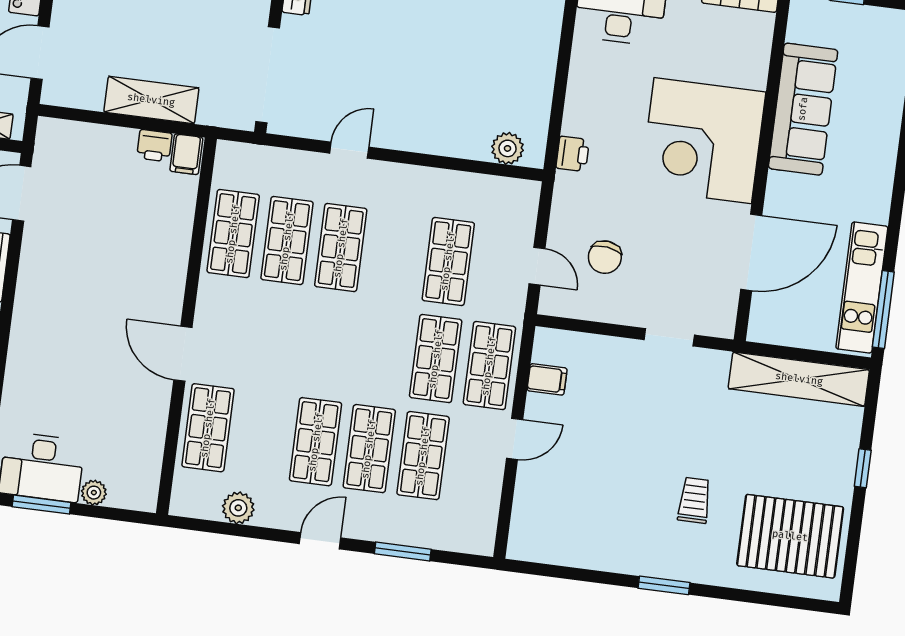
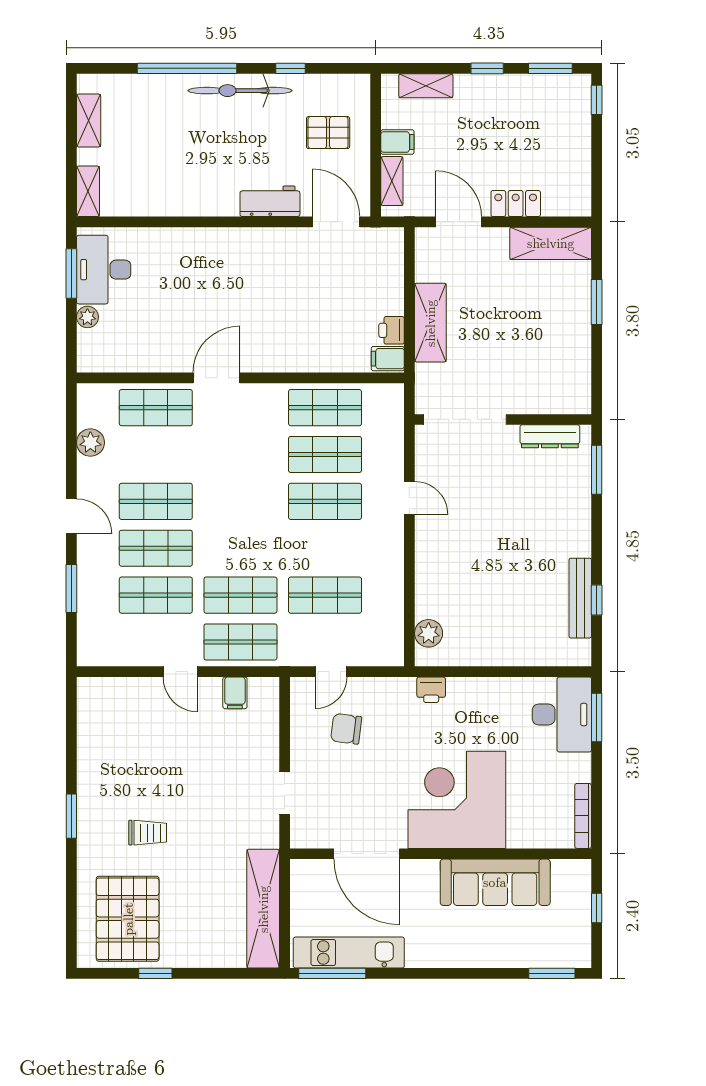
window: (863, 468) -> (155, 973), moved

